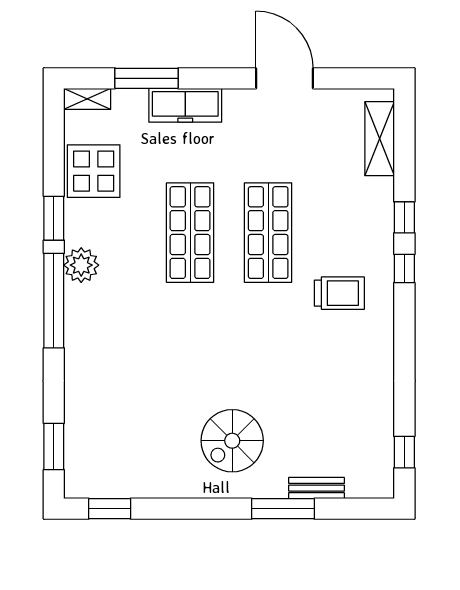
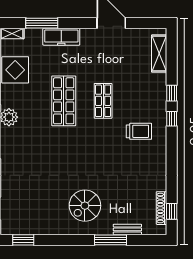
shop shelf: (268, 233) -> (103, 101), width x0.70, depth x0.74
shoe rack: (384, 445) -> (162, 208), added

